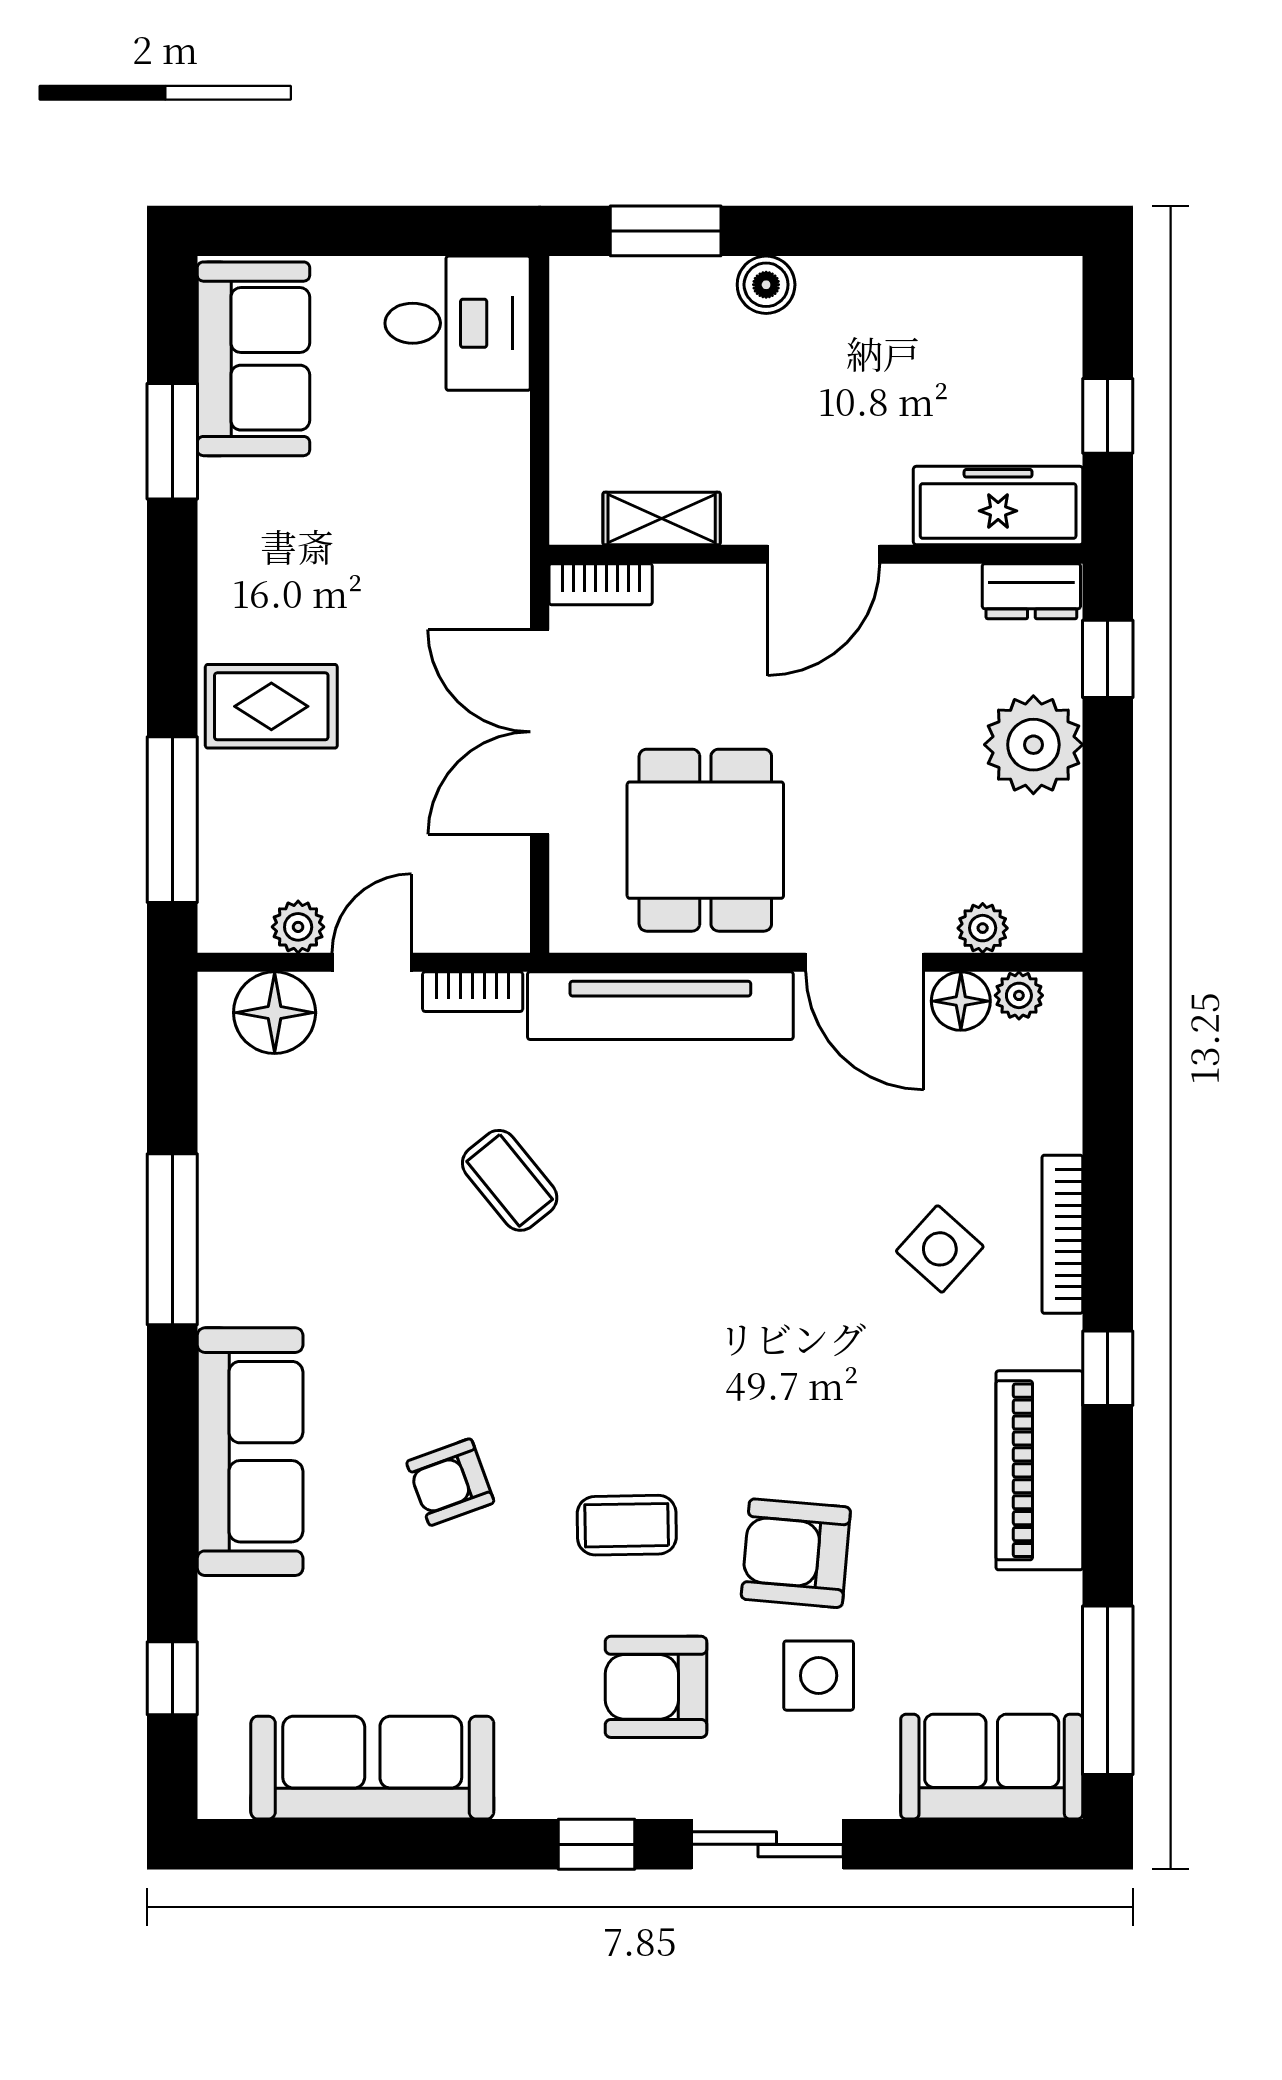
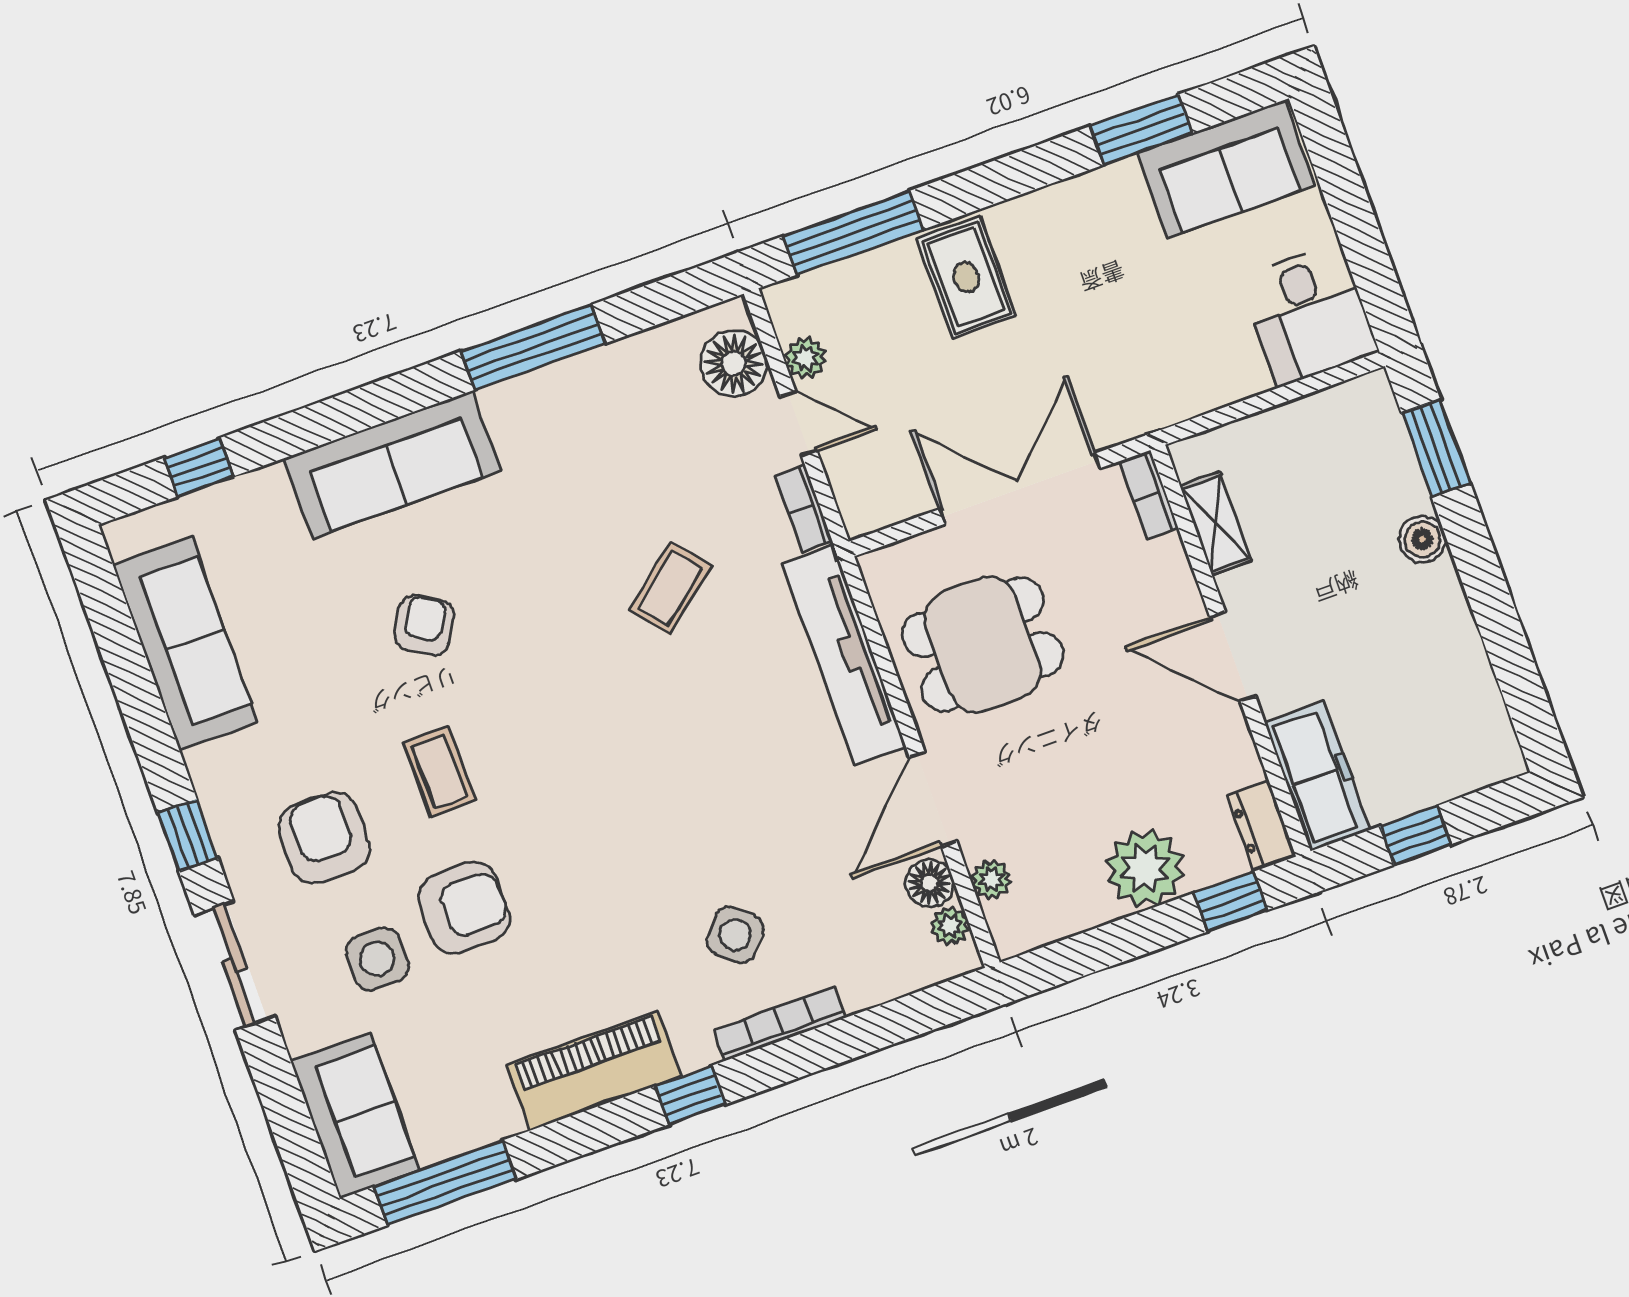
armchair: (450, 1482) -> (424, 625), turned 51
armchair: (796, 1553) -> (464, 908), turned 85

